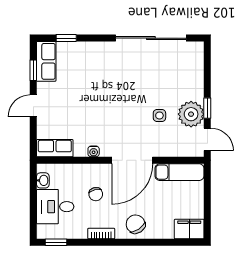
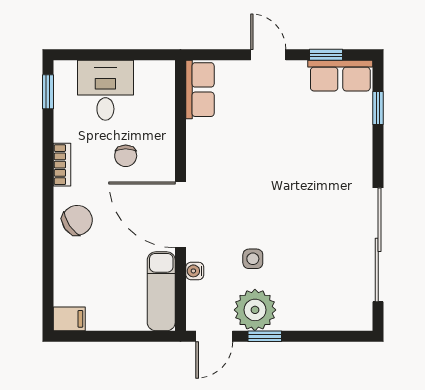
water cooler: (94, 151) -> (195, 271), moved
washbasin: (43, 180) -> (148, 70), removed
chair: (96, 194) -> (126, 156), turned -76
filing cabinet: (189, 229) -> (69, 319), width x0.50

